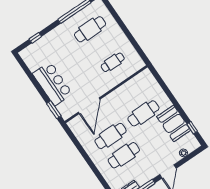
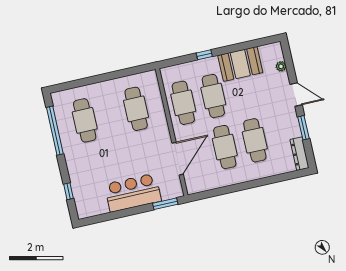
cafe table: (113, 62) -> (136, 109), width x1.37, depth x1.35
cafe table: (130, 94) -> (183, 103), added
door: (89, 106) -> (178, 159), hinge flipped
window: (192, 128) -> (204, 55), moved

